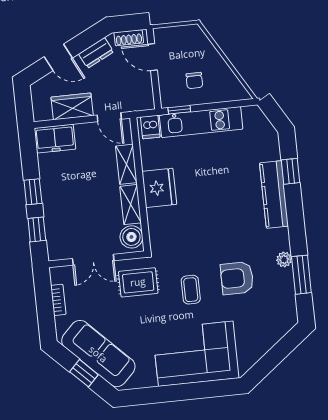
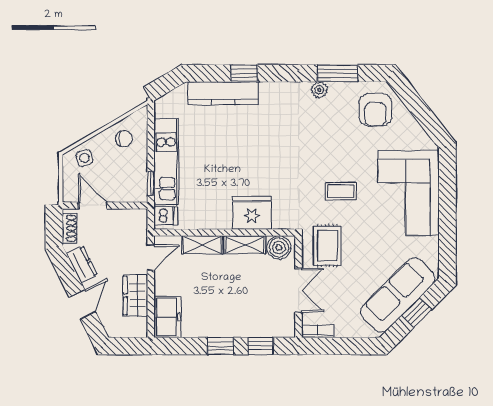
side table: (197, 45) -> (84, 158), added
door: (153, 57) -> (93, 205), swing flipped
chair: (194, 81) -> (124, 139), moved
window: (291, 171) -> (244, 73), moved
fridge: (159, 188) -> (252, 213), moved
kitchen counter: (274, 194) -> (223, 93), moved
armchair: (237, 278) -> (375, 110), moved
bookcase: (58, 300) -> (318, 331), moved

